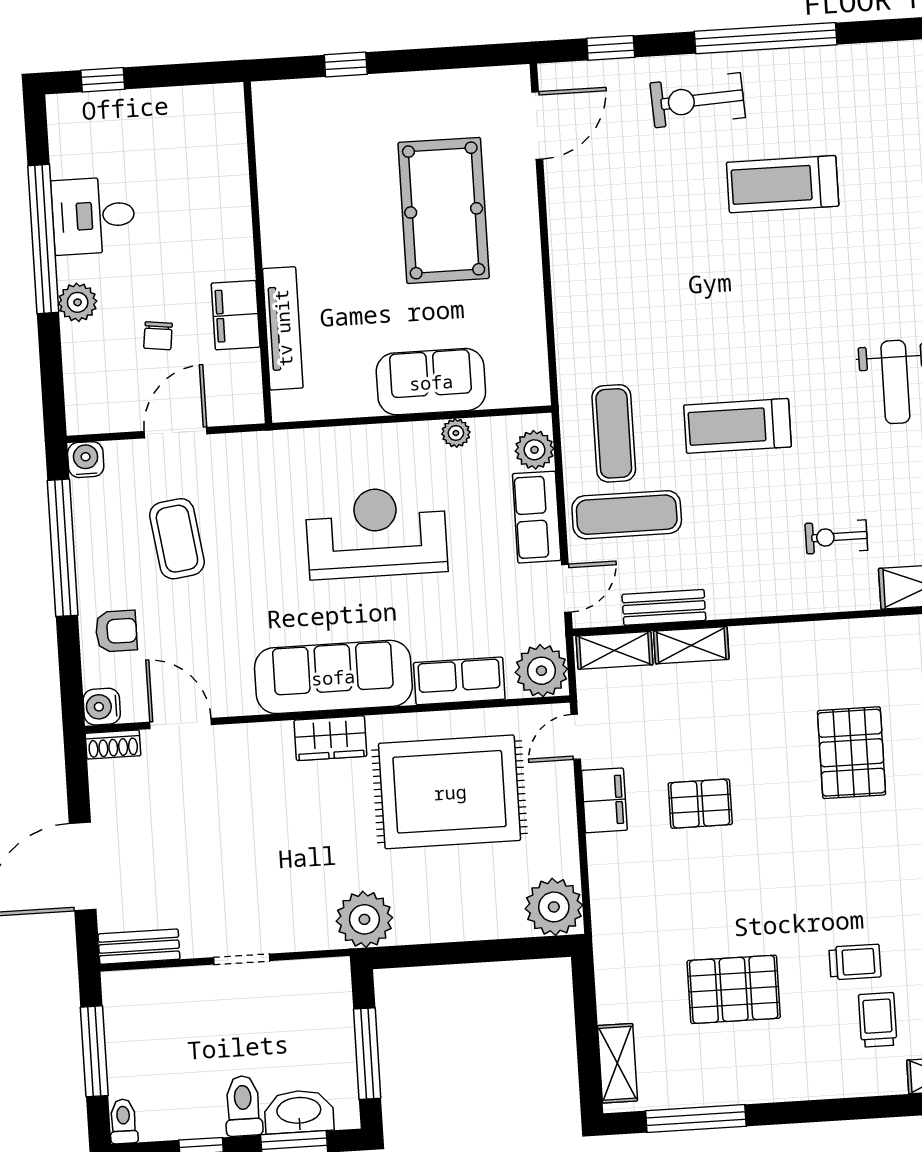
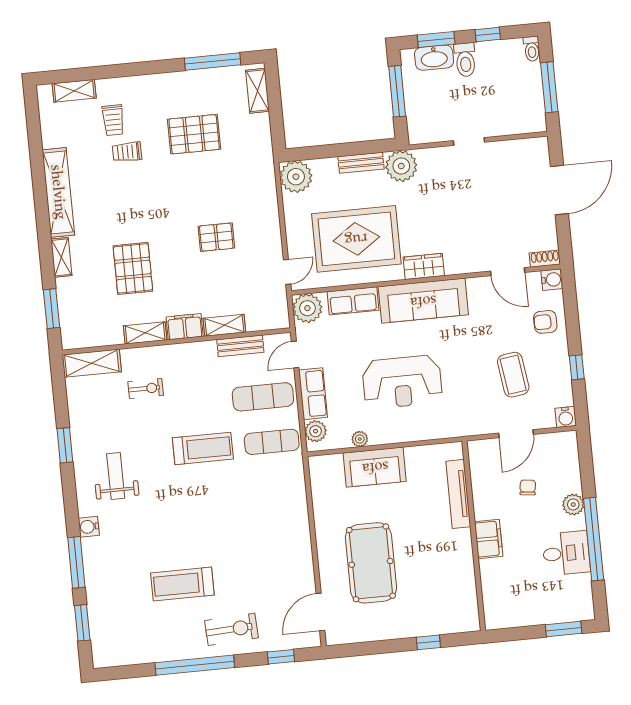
window: (103, 80) -> (564, 629), width x1.50
treadmill: (783, 184) -> (182, 584), turned 180
filing cabinet: (236, 315) -> (489, 539), moved
exercise mat: (614, 433) -> (272, 442), turned 90
window: (63, 548) -> (577, 367), width x0.32
shelving: (614, 650) -> (145, 333), moved
filing cabinet: (604, 800) -> (185, 327), moved, turned 90
bench: (139, 947) -> (361, 163), moved

